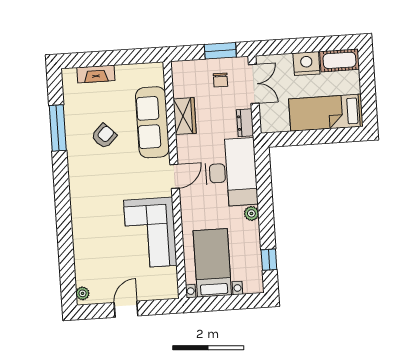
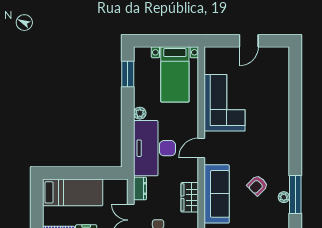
window: (269, 260) -> (128, 74), width x1.50
plant: (83, 293) -> (284, 197), moved

